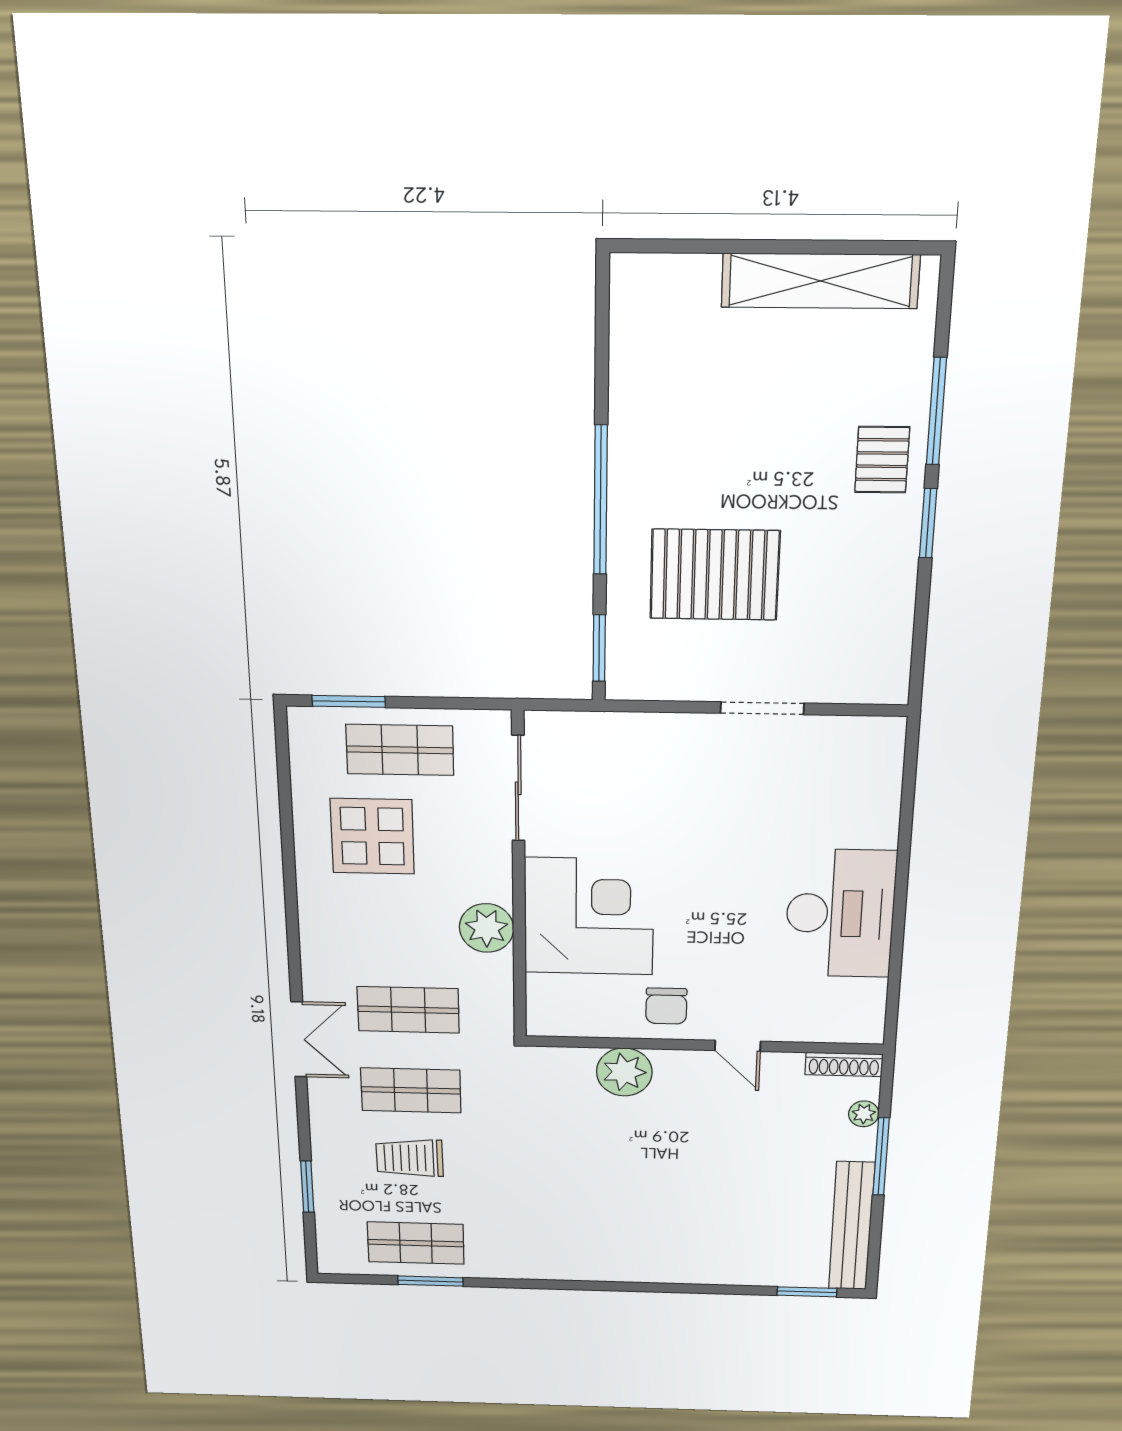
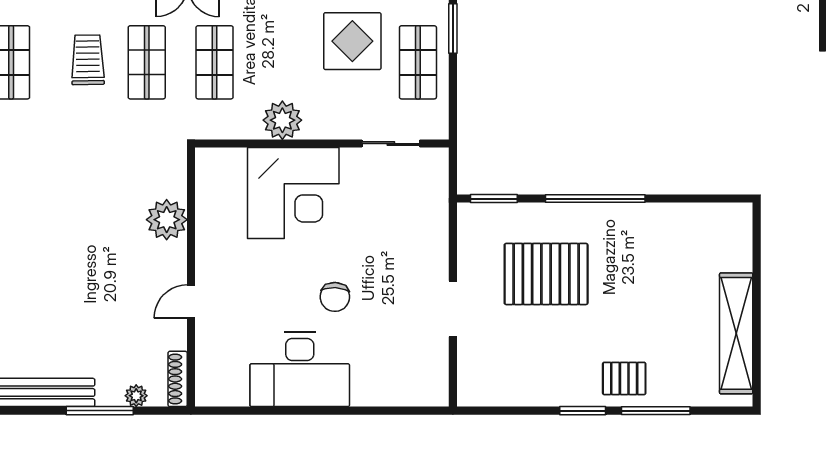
pallet: (715, 575) -> (546, 274), turned 90
sliding door: (518, 788) -> (391, 144), width x0.73
chair: (666, 1006) -> (335, 297), moved, turned -87

